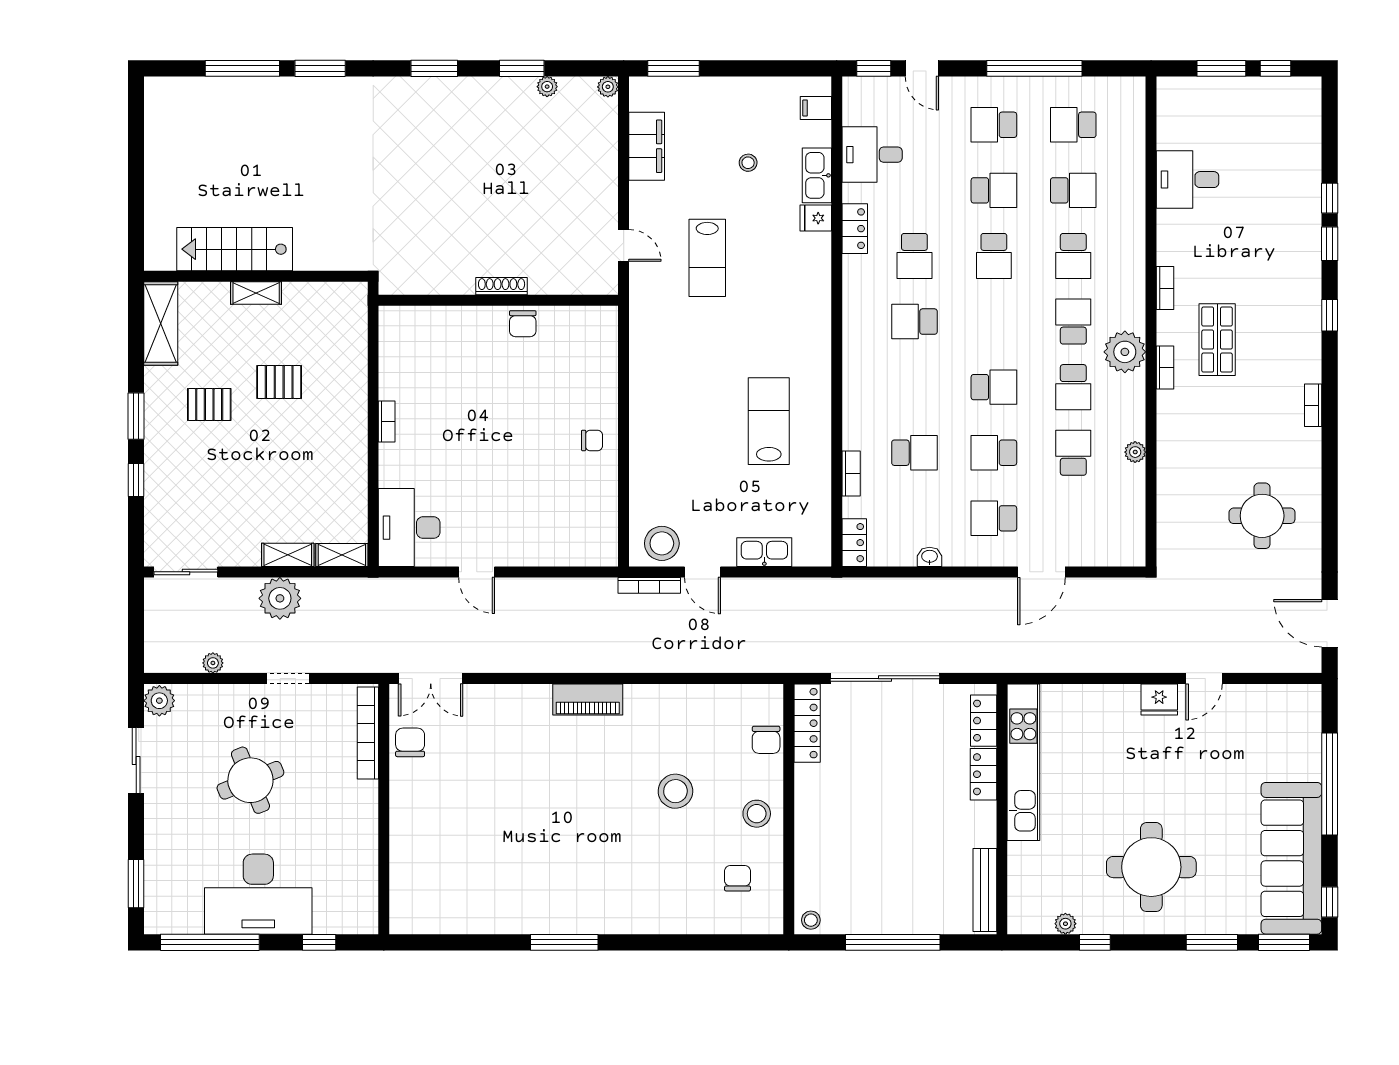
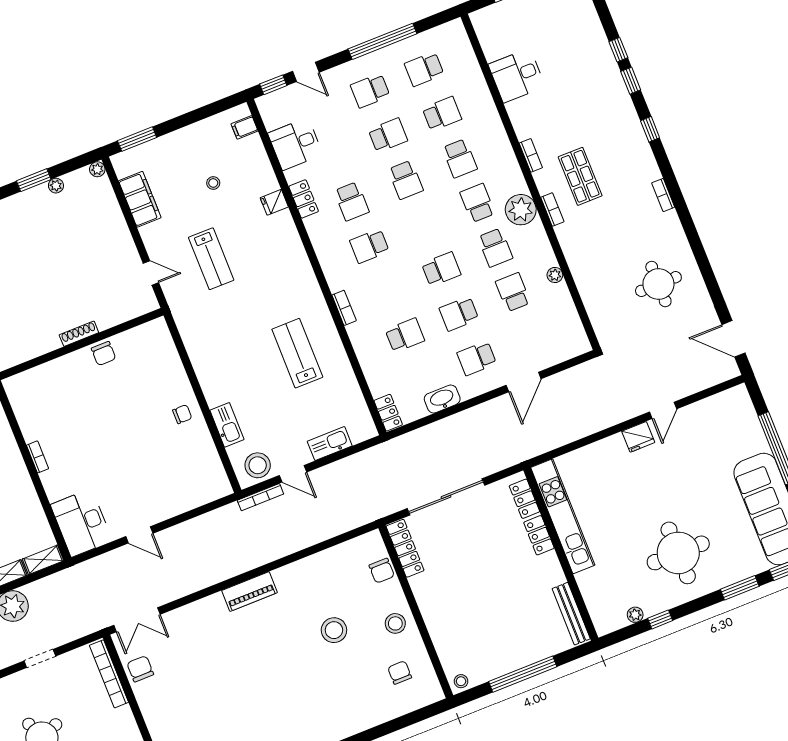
kitchen sink: (817, 175) -> (227, 425), moved, turned 180
bookcase: (851, 473) -> (344, 308), moved
washbasin: (930, 557) -> (442, 399), width x1.91, depth x1.45

